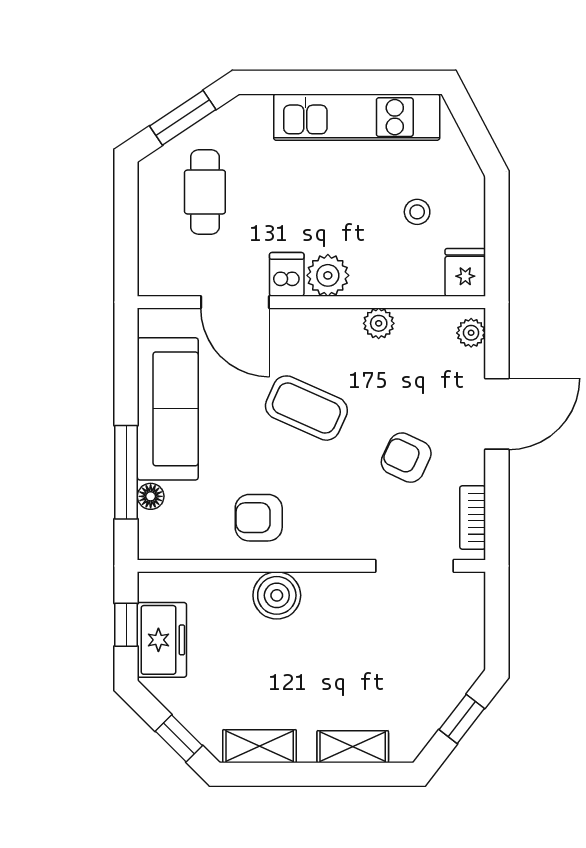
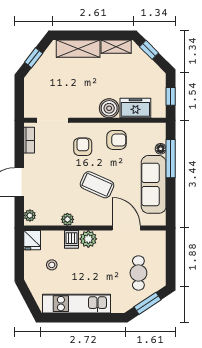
dishwasher: (287, 274) -> (71, 239), moved
armchair: (406, 458) -> (83, 147), moved, turned -115
freezer: (162, 640) -> (135, 108), moved, turned 90
shelving: (353, 747) -> (78, 49), width x1.50, depth x1.33

